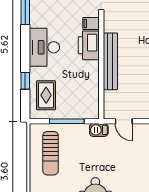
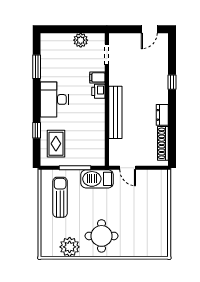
printer: (89, 45) -> (98, 91), width x0.53, depth x0.68
barbecue: (99, 130) -> (97, 179), width x1.88, depth x1.53
sun lounger: (51, 153) -> (60, 197), turned 180

